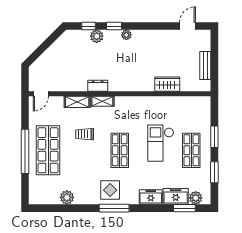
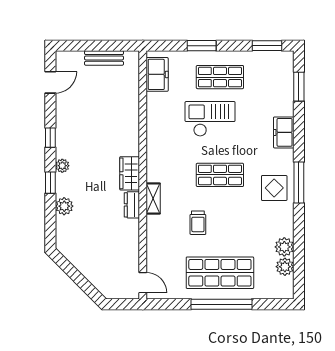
window: (88, 26) -> (50, 138), moved
door: (187, 26) -> (50, 82), swing flipped
wardrobe: (167, 84) -> (130, 173), moved
shelving: (77, 102) -> (154, 233), removed
checkout: (161, 143) -> (210, 119), turned 180
window: (214, 172) -> (267, 46), moved
freezer: (176, 196) -> (157, 74), moved, turned 180
plant: (196, 198) -> (285, 267), moved

